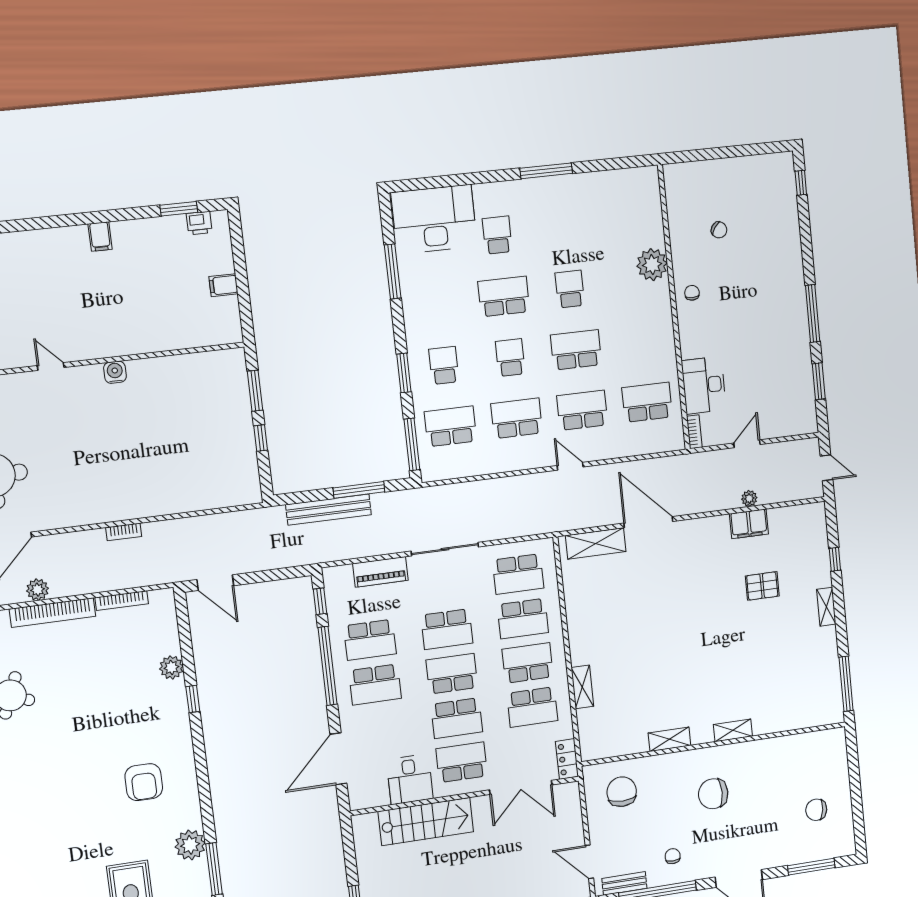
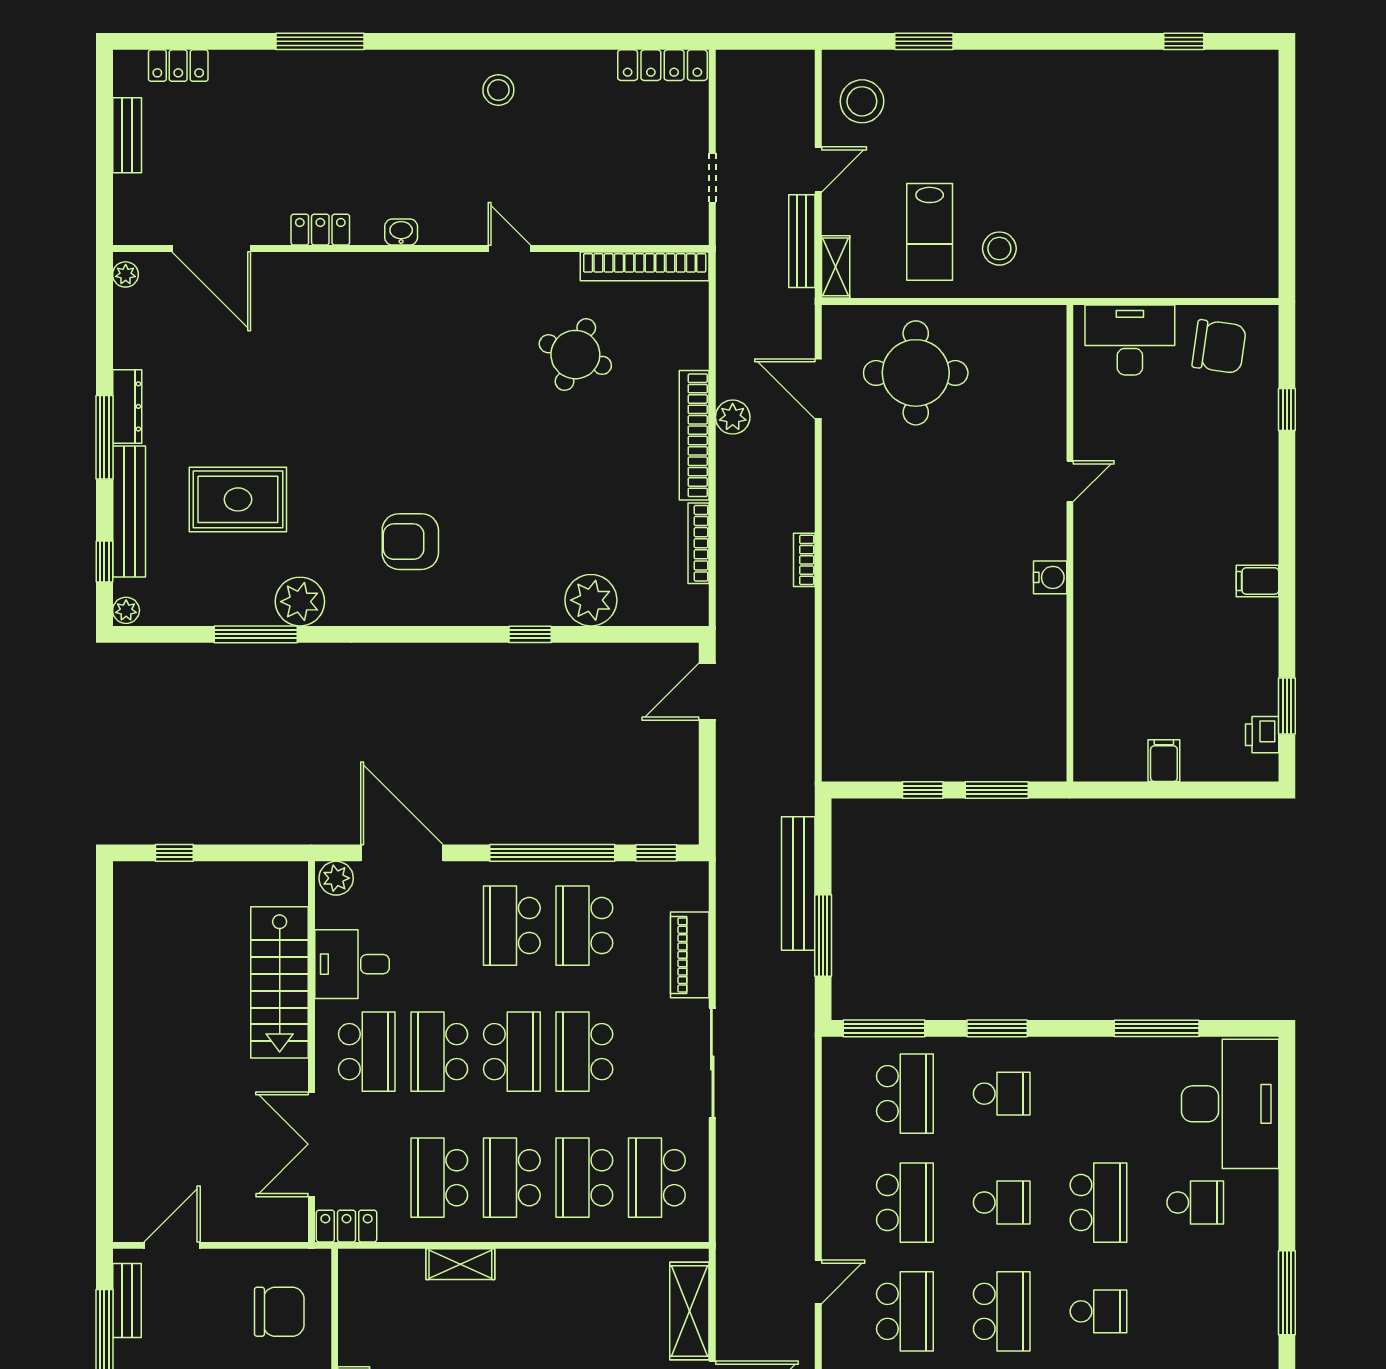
school desk: (528, 663) -> (512, 1178), turned 180
plant: (171, 667) -> (591, 600), width x1.36, depth x1.36
plant: (359, 797) -> (336, 878), added

